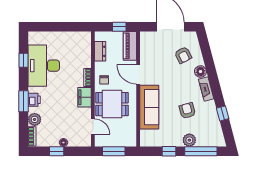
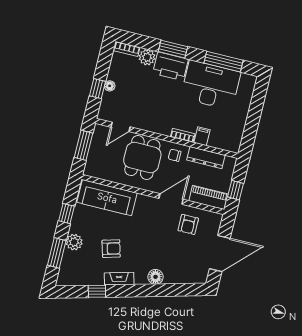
dresser: (100, 51) -> (206, 158), width x1.44
armchair: (183, 55) -> (188, 224), moved, turned -63
window: (24, 60) -> (223, 62), width x2.17
fireplace: (206, 89) -> (119, 279), moved
filing cabinet: (84, 97) -> (202, 136), moved, width x0.50
printer: (34, 100) -> (171, 66), width x1.87, depth x1.48
sofa: (149, 107) -> (107, 198), moved
window: (57, 151) -> (97, 89), moved
window: (201, 151) -> (57, 253), width x0.69

